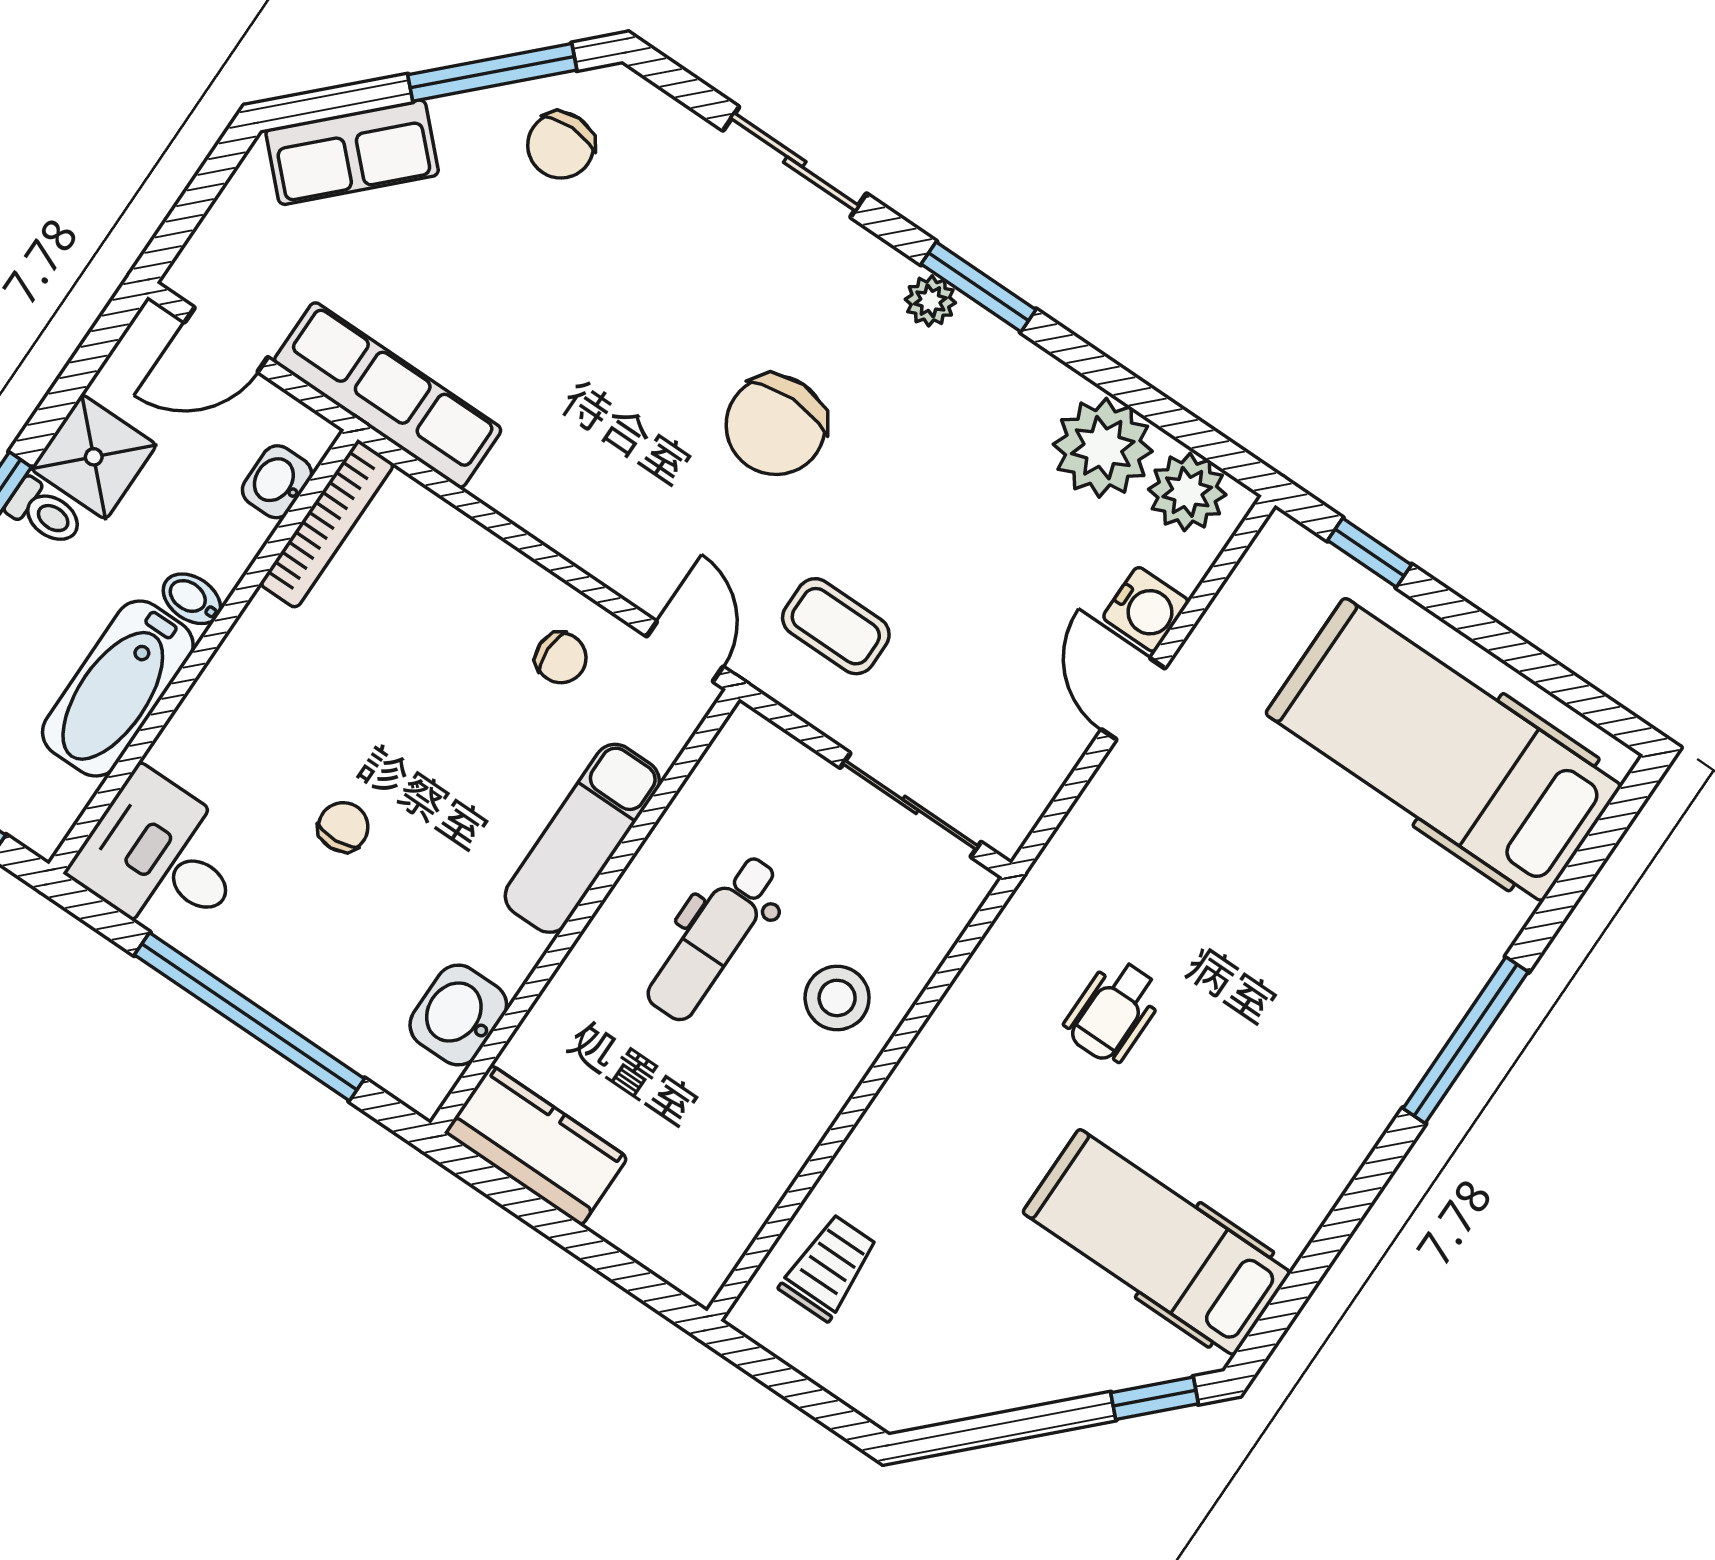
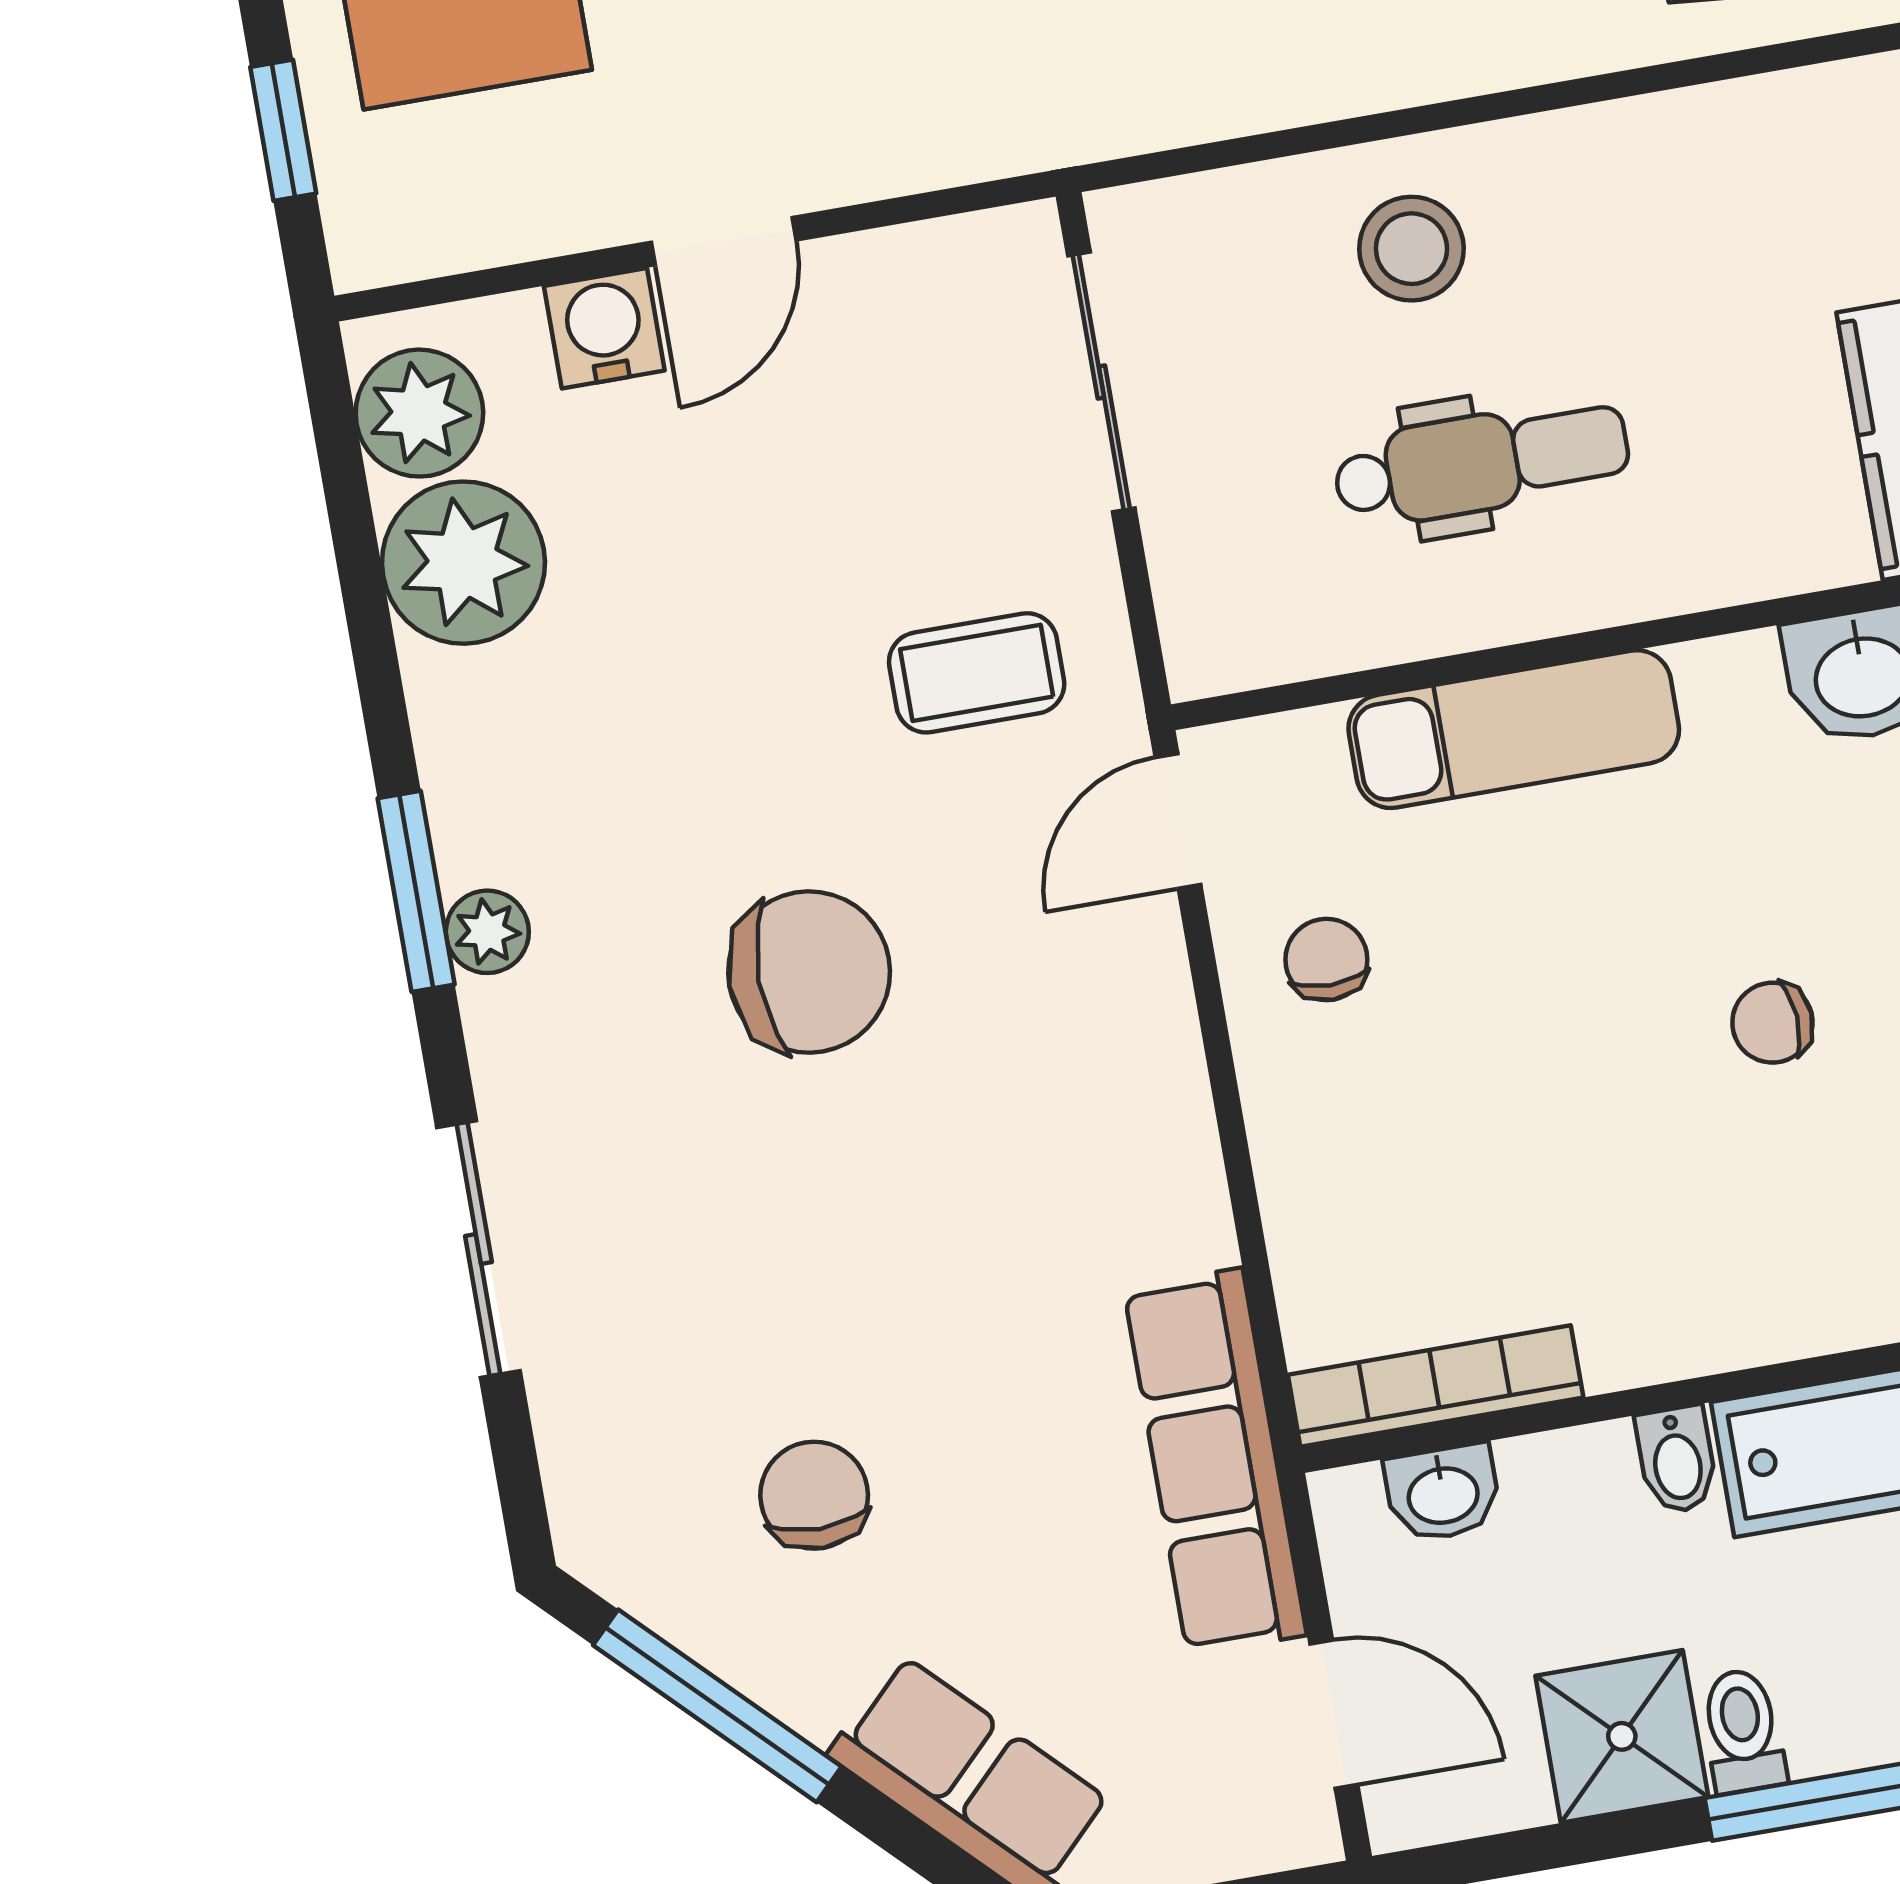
chair: (561, 145) -> (814, 1495), moved, turned -90
coffee table: (836, 626) -> (977, 673), turned 90

